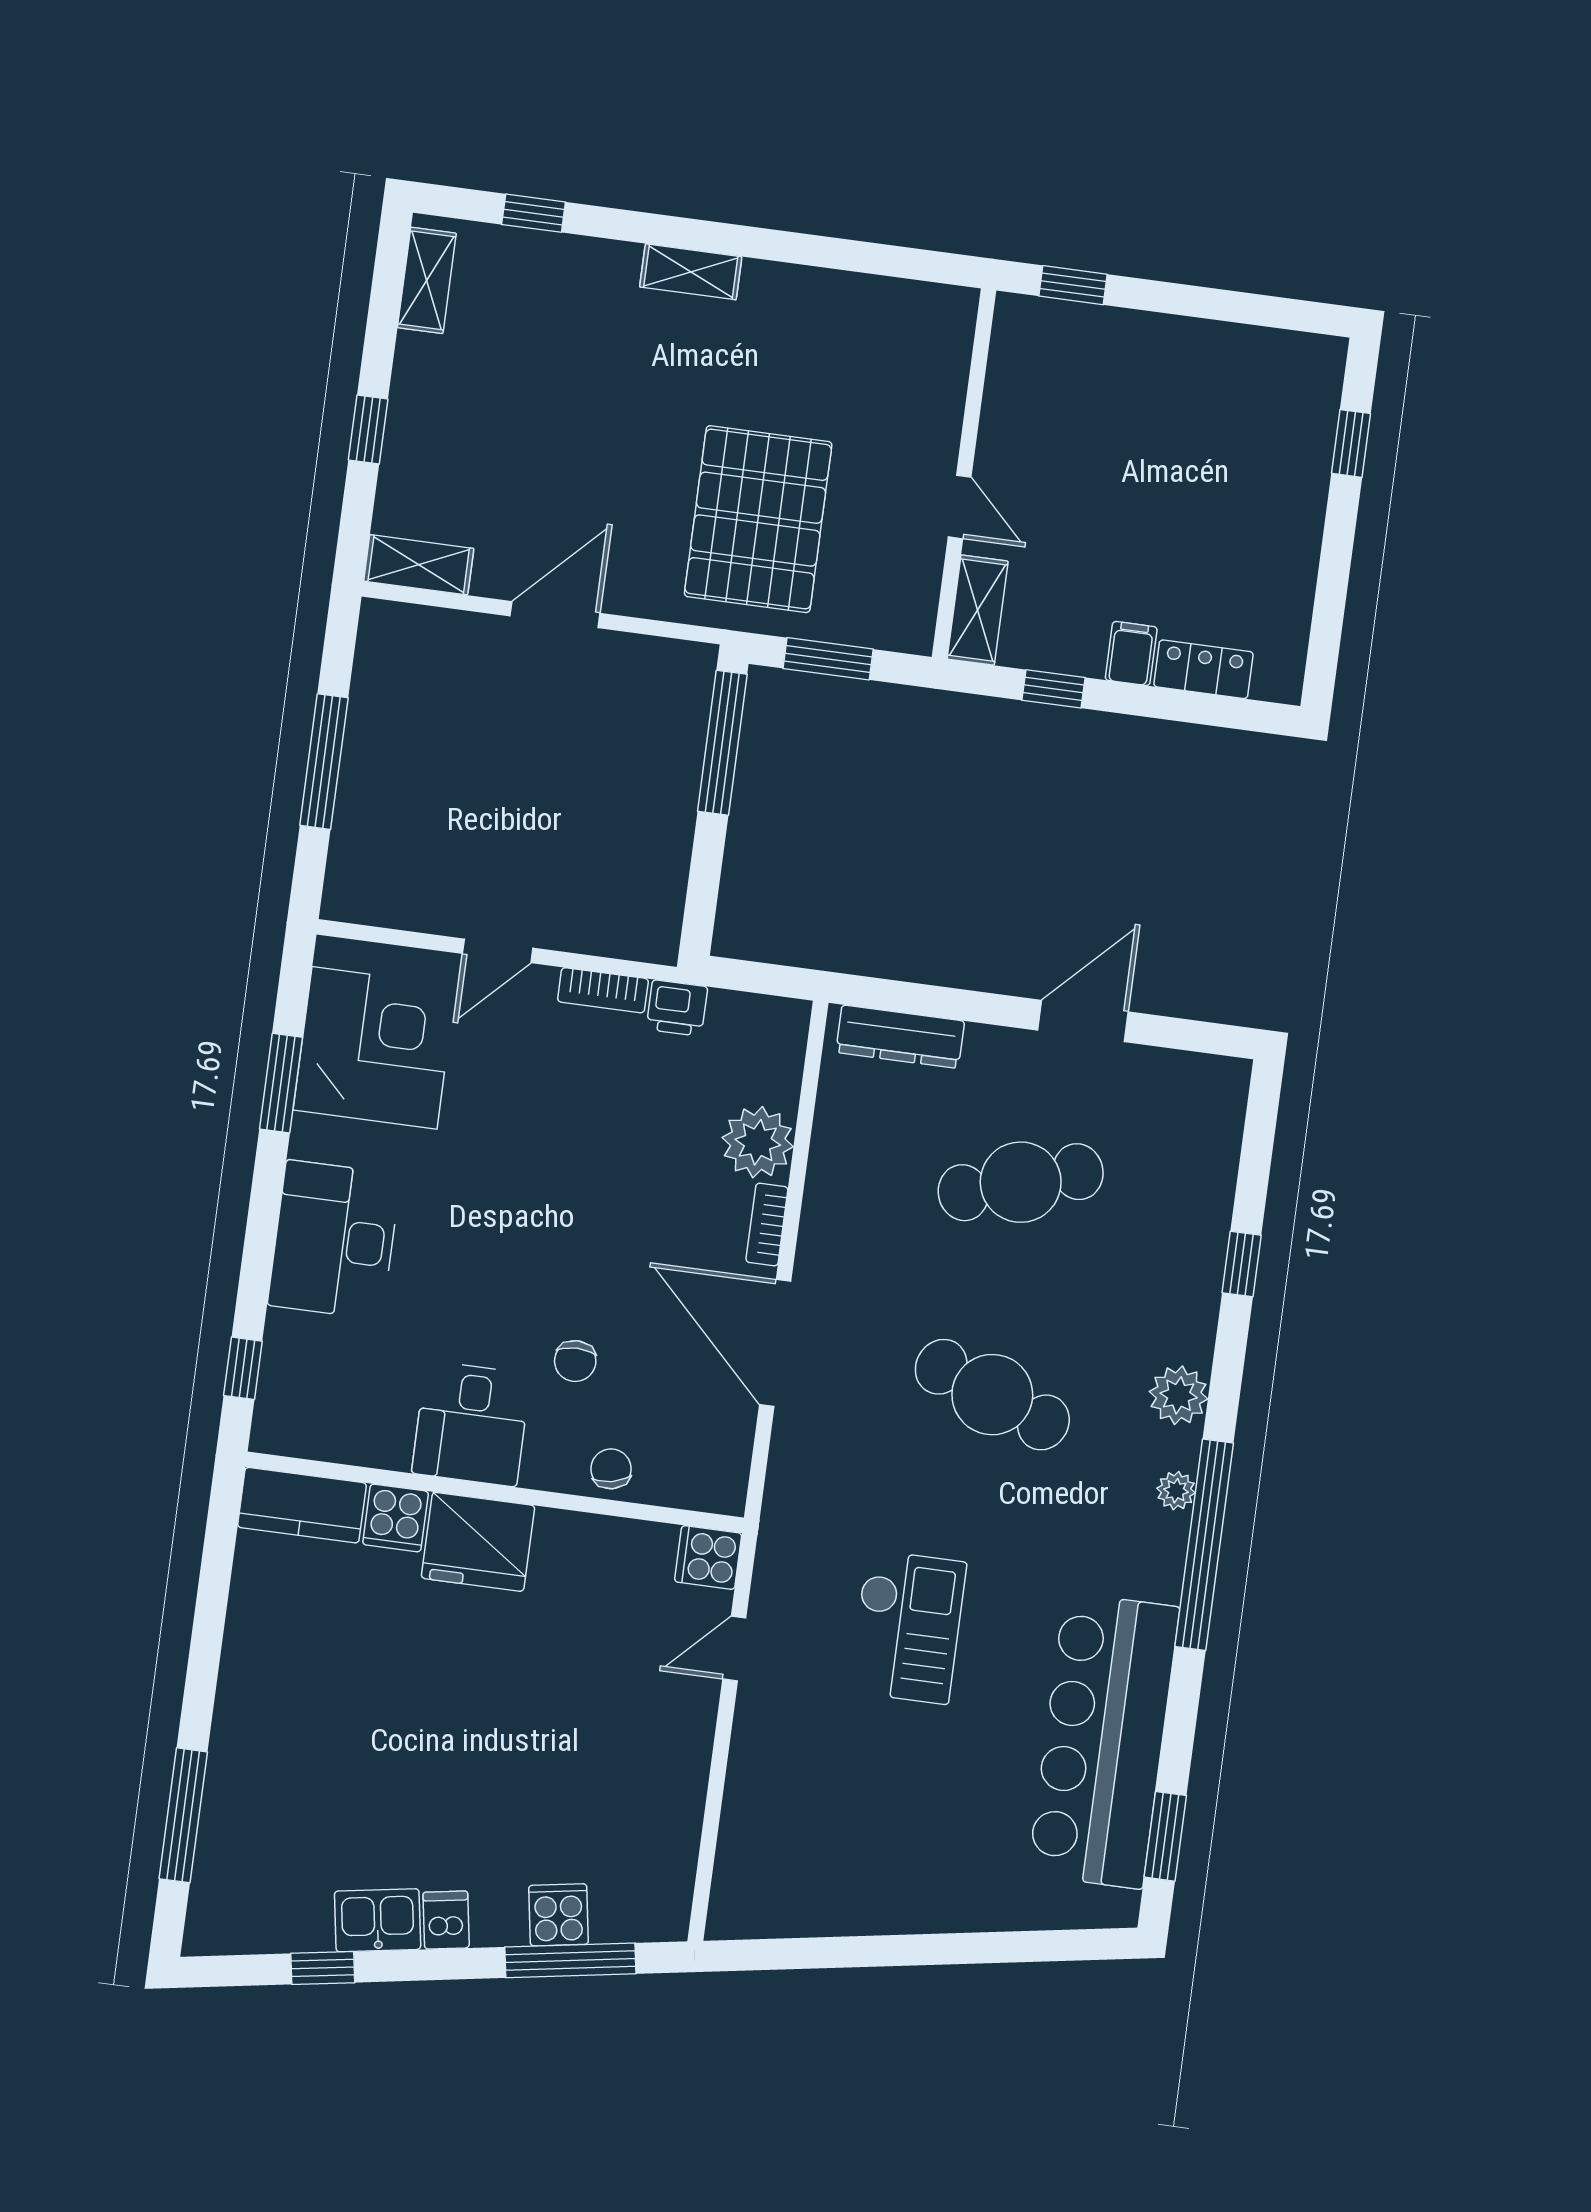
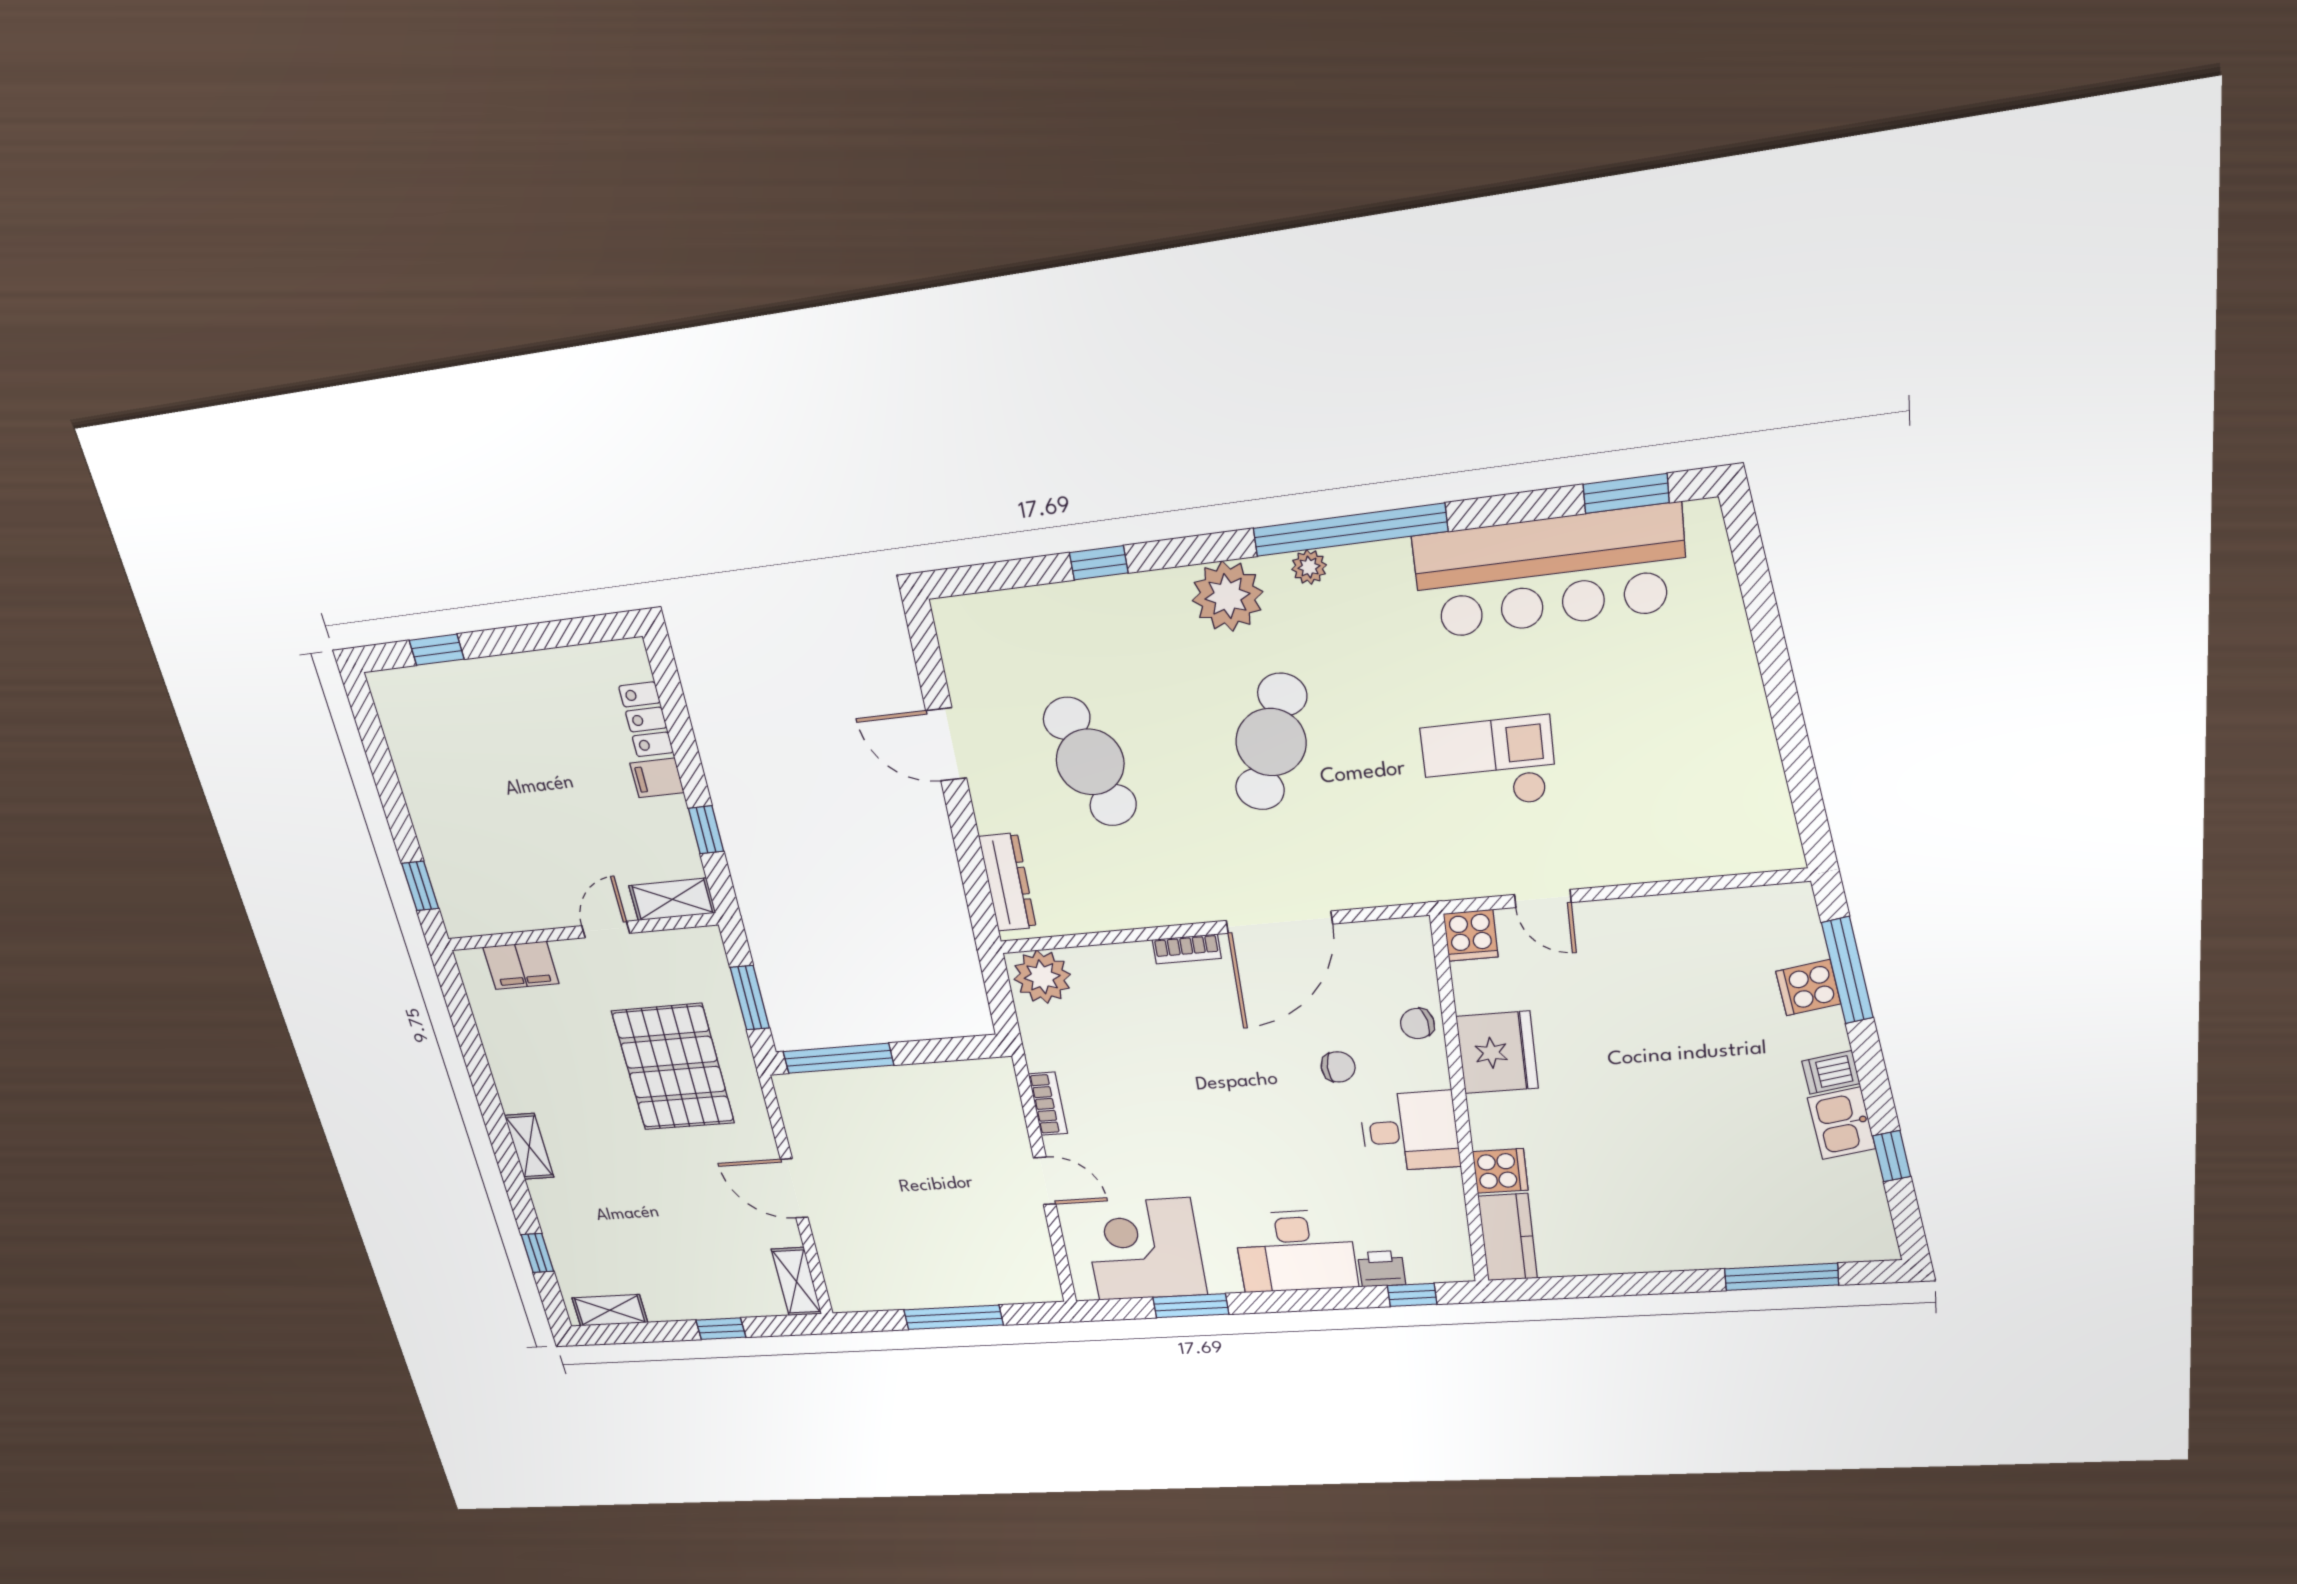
filing cabinet: (939, 373) -> (521, 965), added
pallet: (758, 519) -> (673, 1067), turned 90
printer: (677, 1008) -> (1382, 1269), moved, turned -90
plant: (758, 1142) -> (1042, 977), moved
plant: (1179, 1395) -> (1227, 596), width x1.36, depth x1.36
fridge: (478, 1542) -> (1497, 1052), moved

